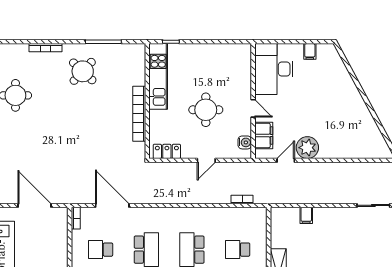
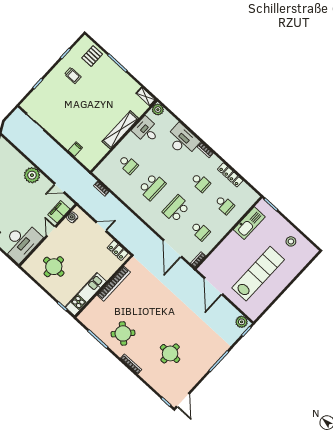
round table: (206, 110) -> (54, 267), moved
plant: (307, 148) -> (32, 175), moved

